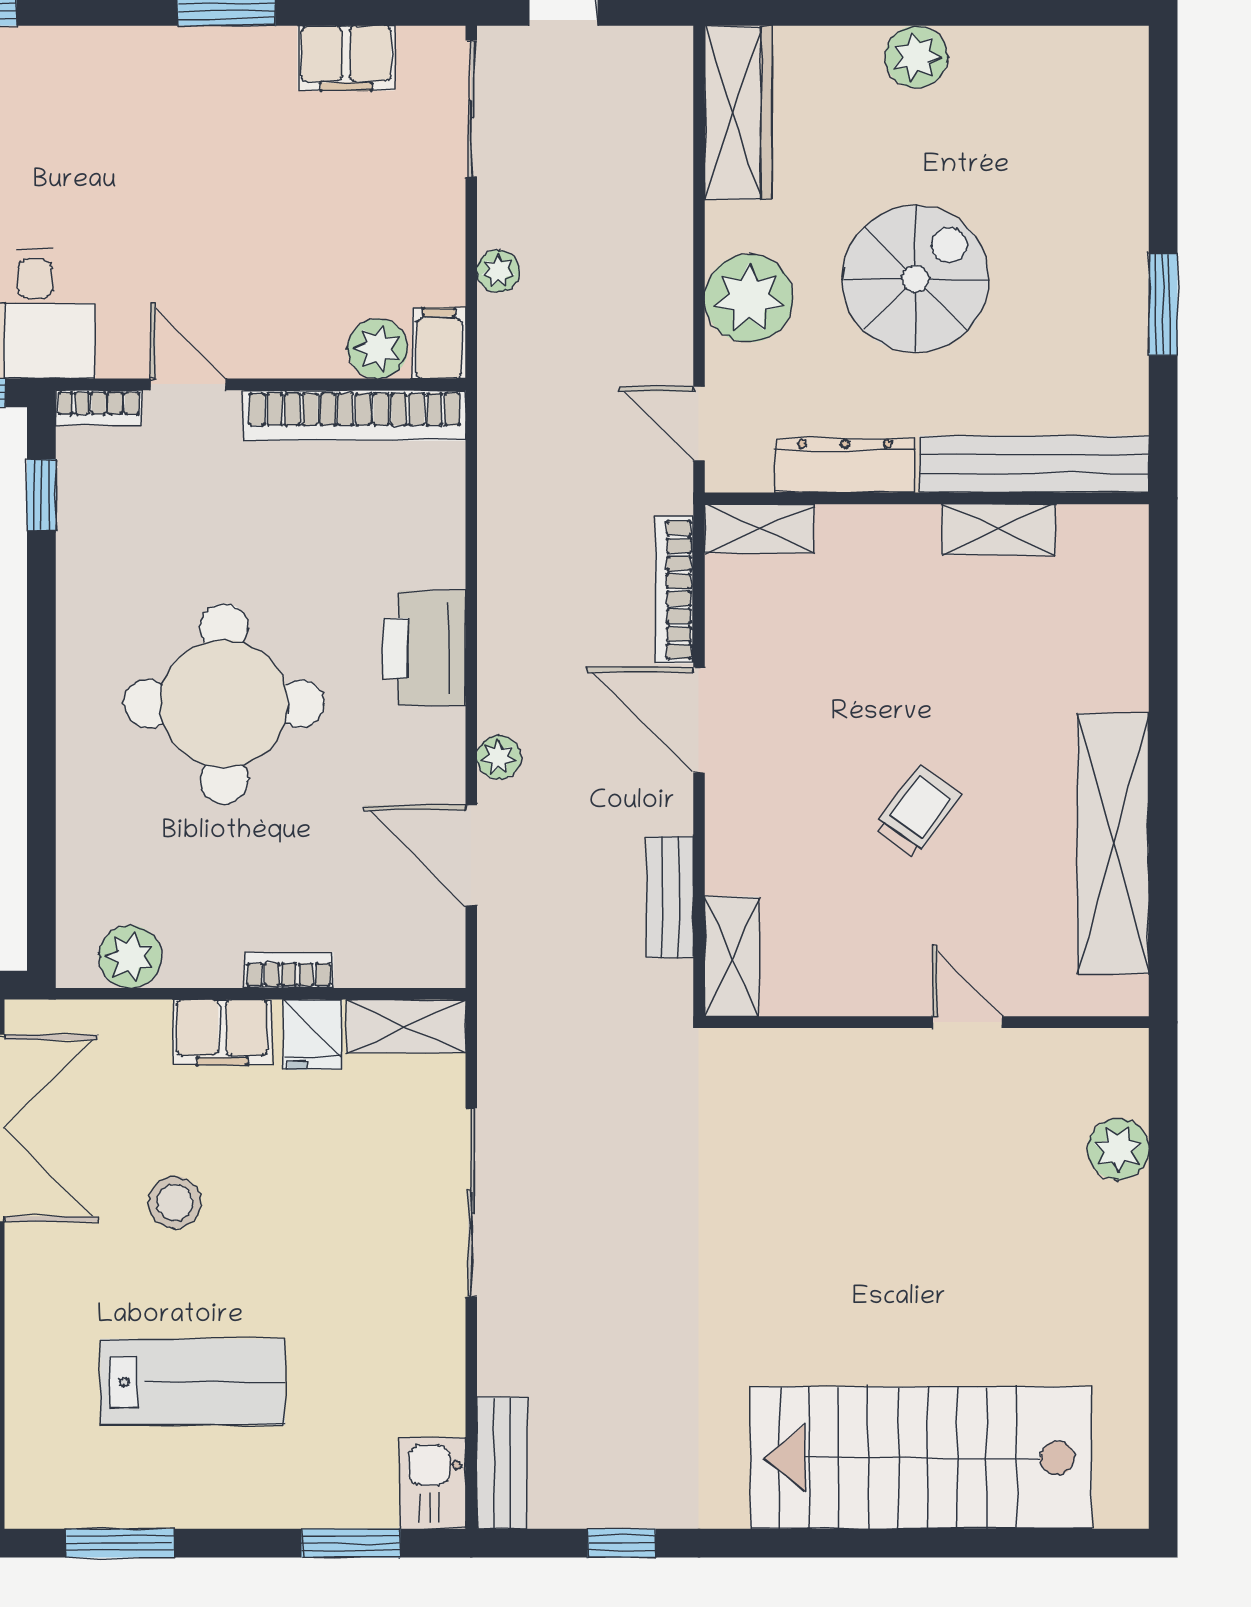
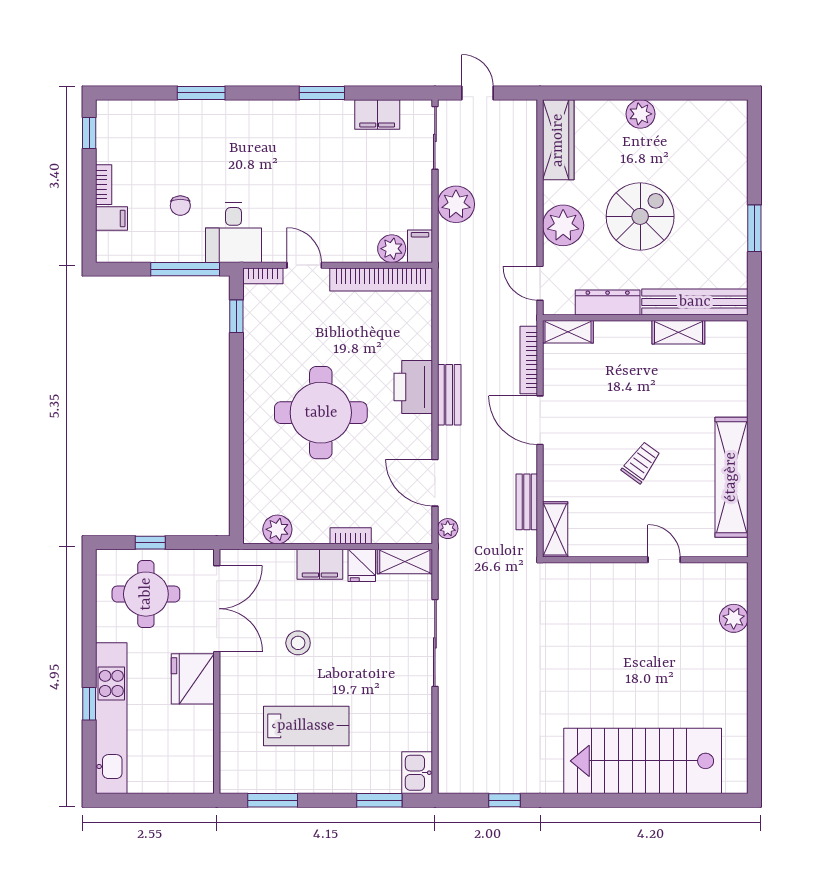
plant: (498, 271) -> (456, 204), width x1.88, depth x1.88
plant: (499, 757) -> (448, 529), moved
bench: (502, 1463) -> (449, 395), moved

